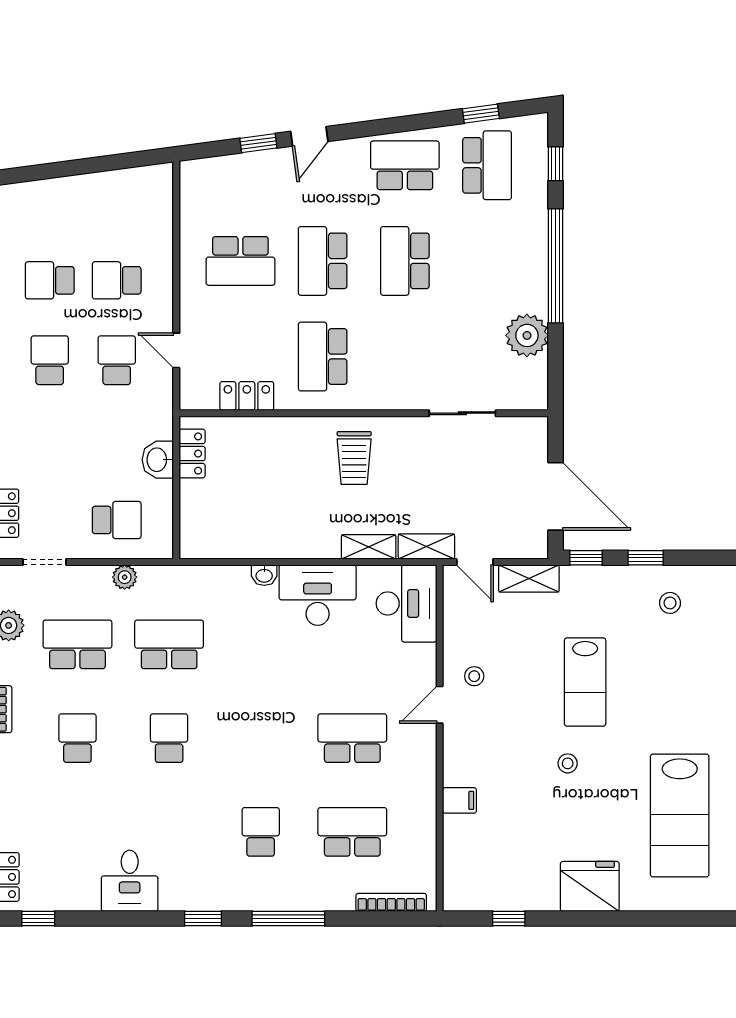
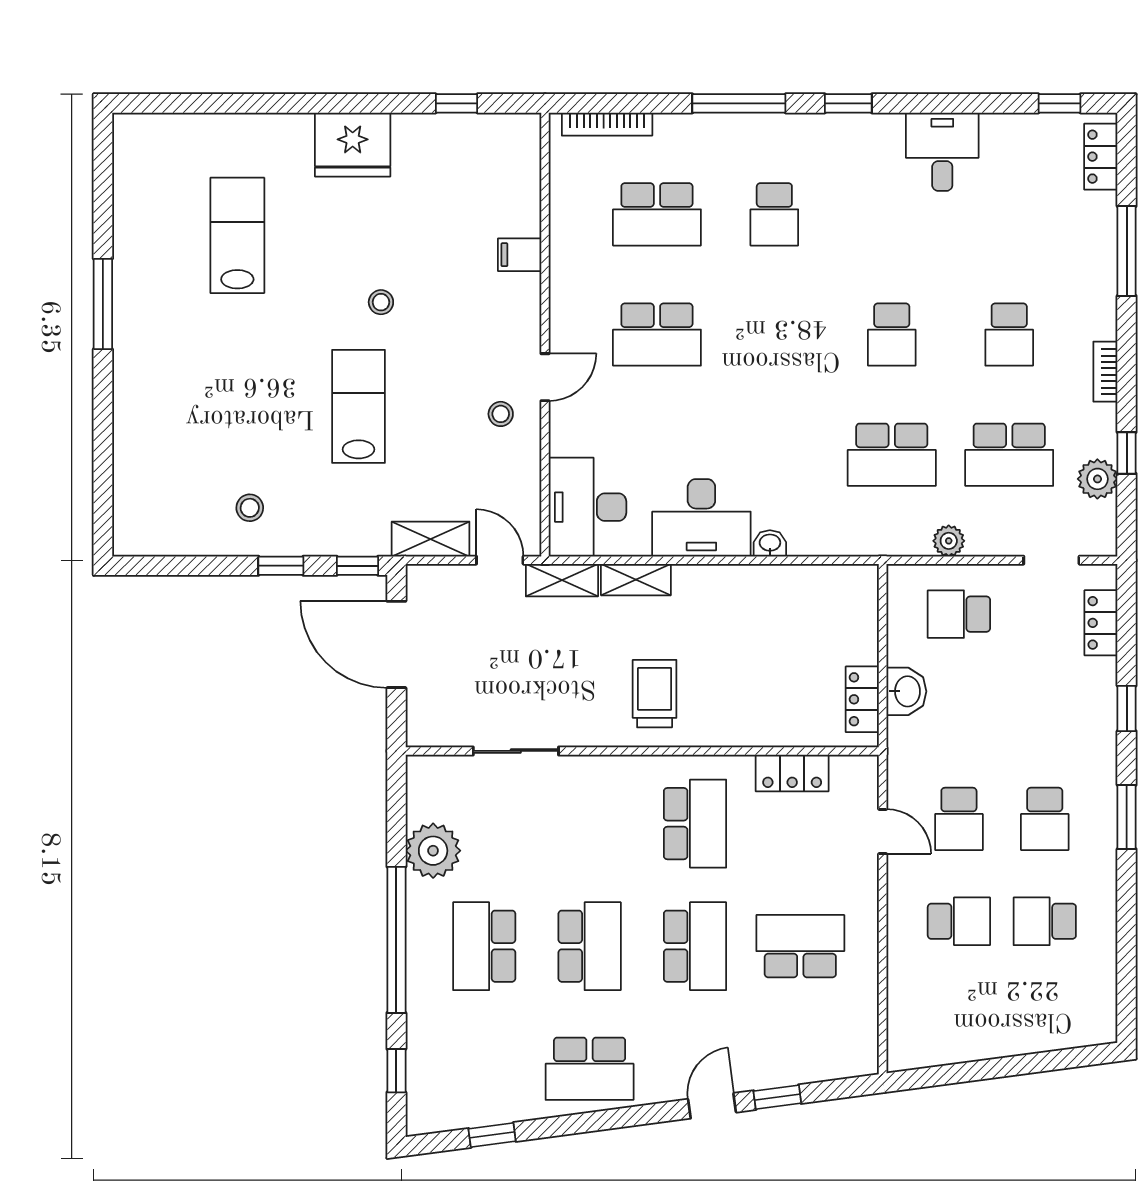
school desk: (487, 165) -> (484, 946), moved
school desk: (50, 280) -> (1045, 921), turned 180
lab bench: (680, 815) -> (237, 235), width x0.73, depth x0.72

